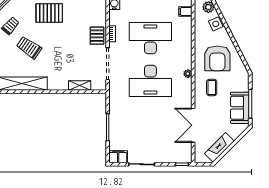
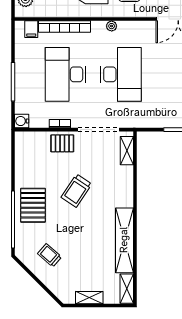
bookcase: (187, 37) -> (65, 27), added
trolley: (29, 48) -> (76, 191), moved
shelving: (80, 86) -> (127, 151), moved

